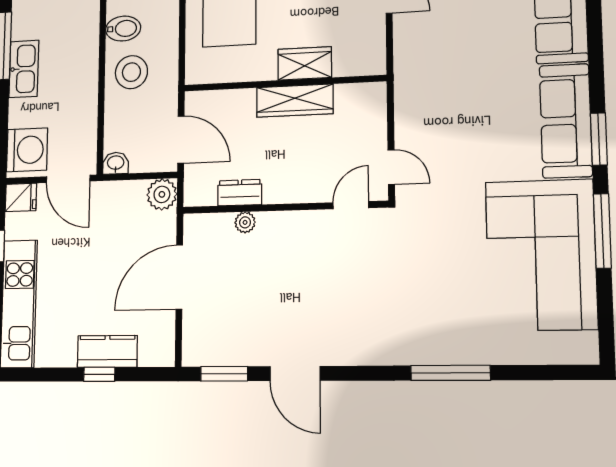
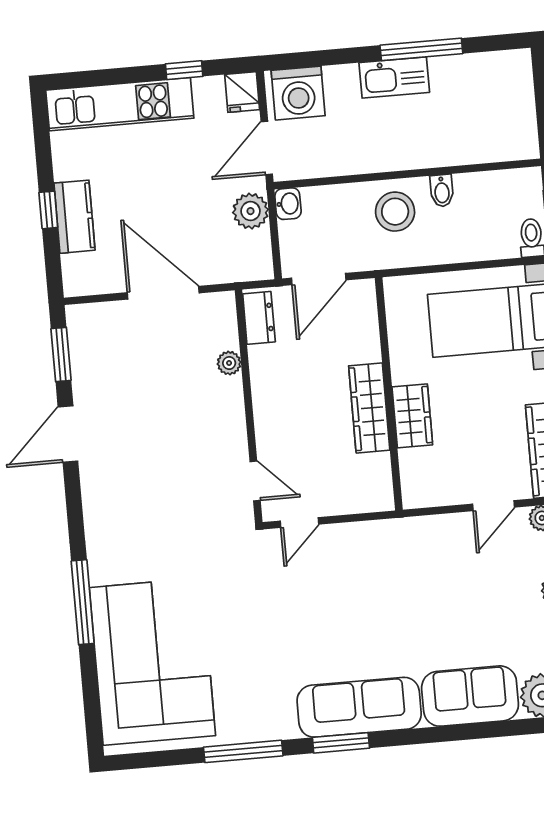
bidet: (123, 29) -> (442, 191), width x0.72, depth x0.74
dresser: (240, 193) -> (259, 318), moved
plant: (162, 194) -> (251, 211), moved
corner sofa: (541, 255) -> (152, 662), moved, turned 90

